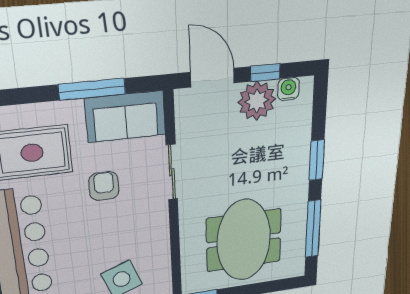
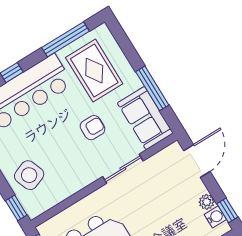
window: (265, 73) -> (227, 210), moved
plant: (257, 101) -> (207, 202), width x0.53, depth x0.53

